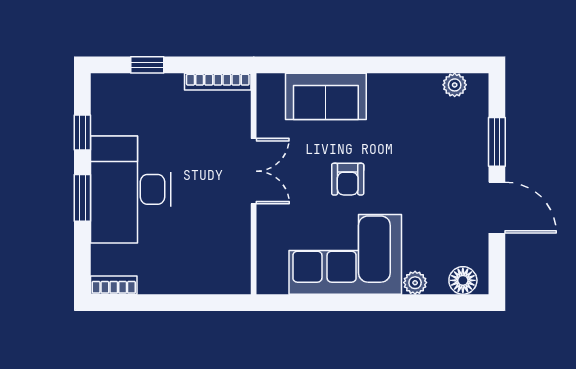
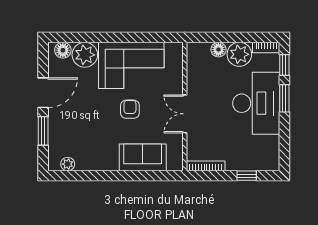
window: (82, 133) -> (284, 65), moved
door: (497, 208) -> (43, 93), swing flipped
plant: (160, 273) -> (239, 54), added
floor lamp: (196, 282) -> (218, 50), added
plant: (415, 283) -> (85, 55), width x1.87, depth x1.87

